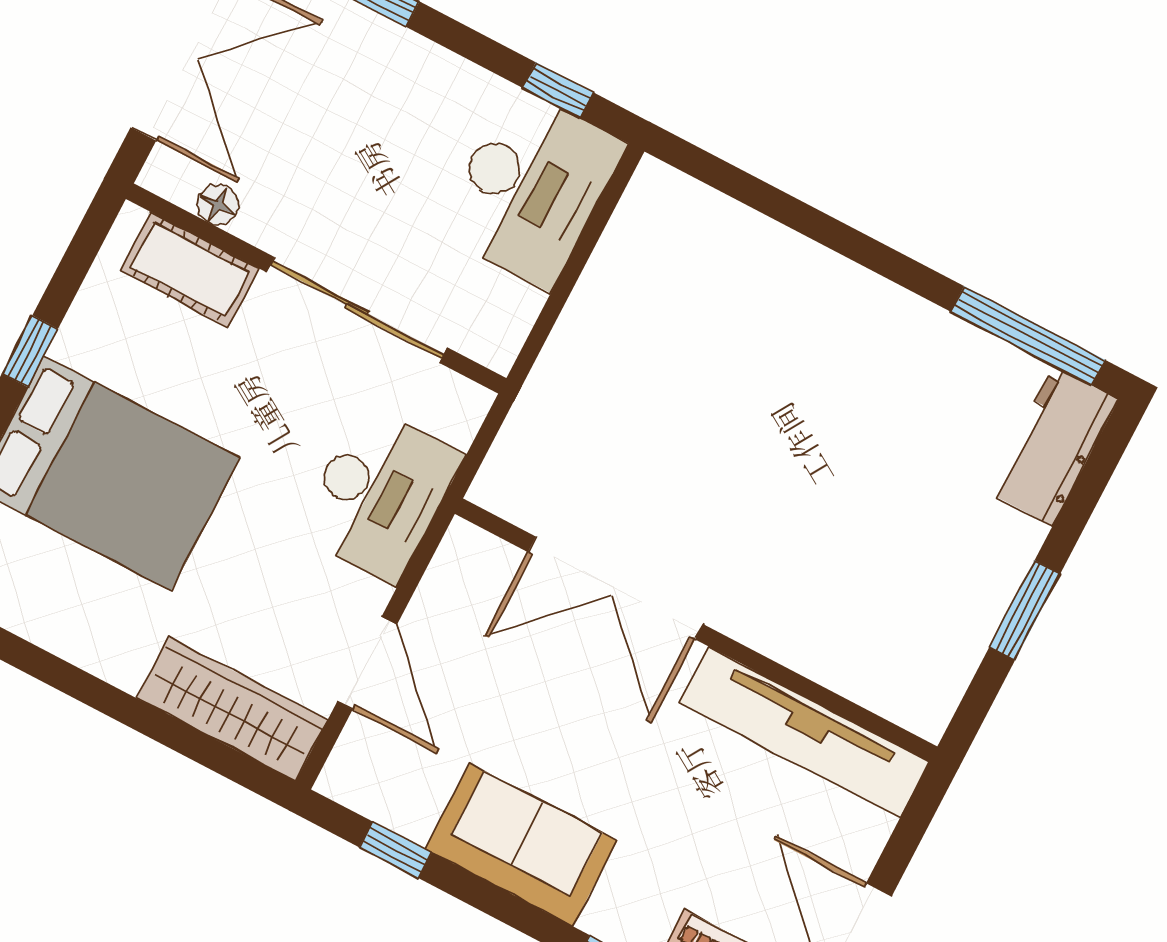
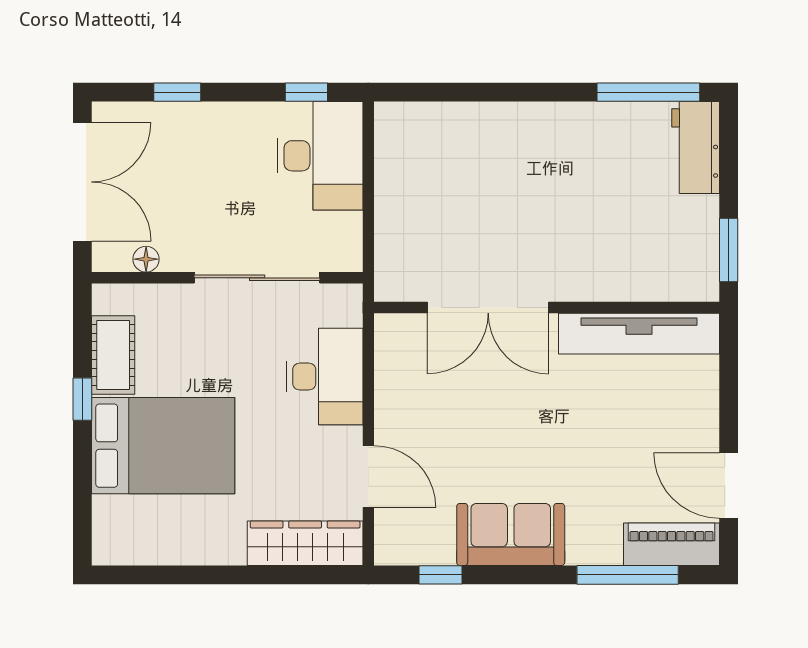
cot: (190, 270) -> (113, 355), moved, turned 90
double door: (616, 588) -> (488, 307), moved
wall: (696, 630) -> (547, 307), moved
tv unit: (804, 732) -> (639, 334), moved

